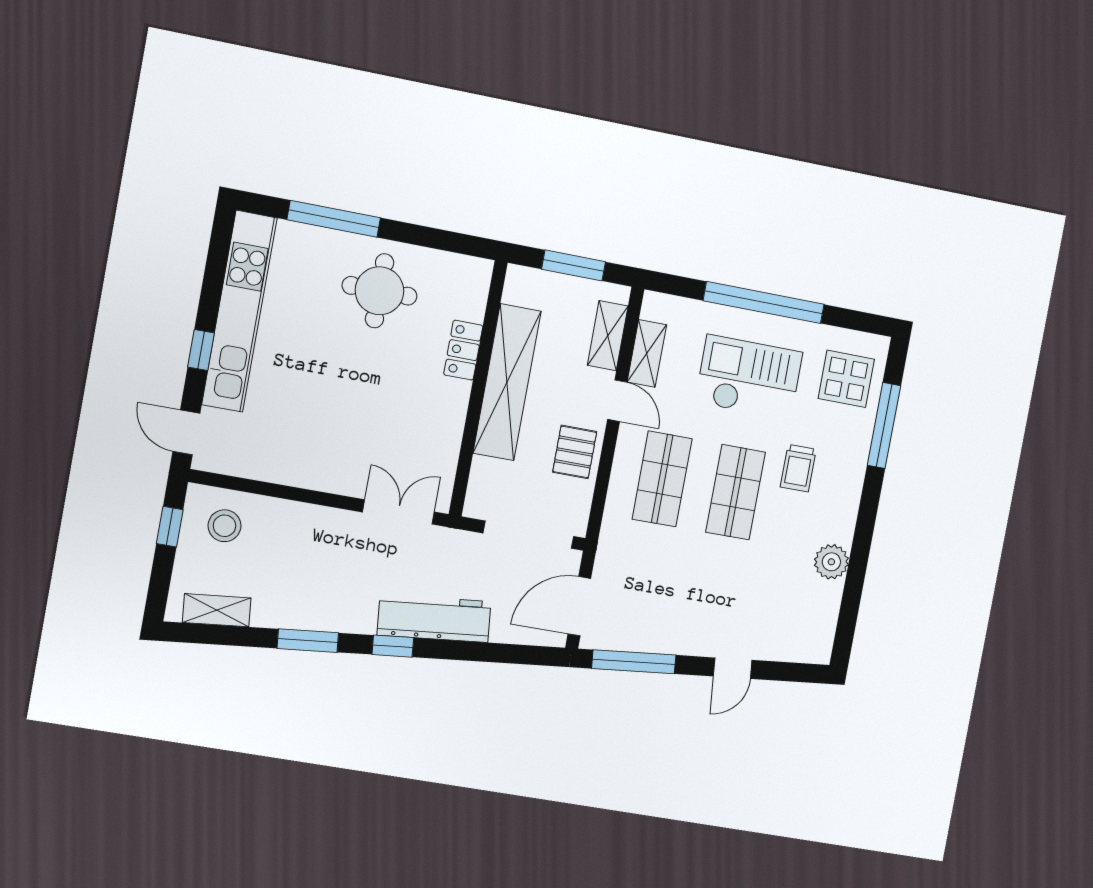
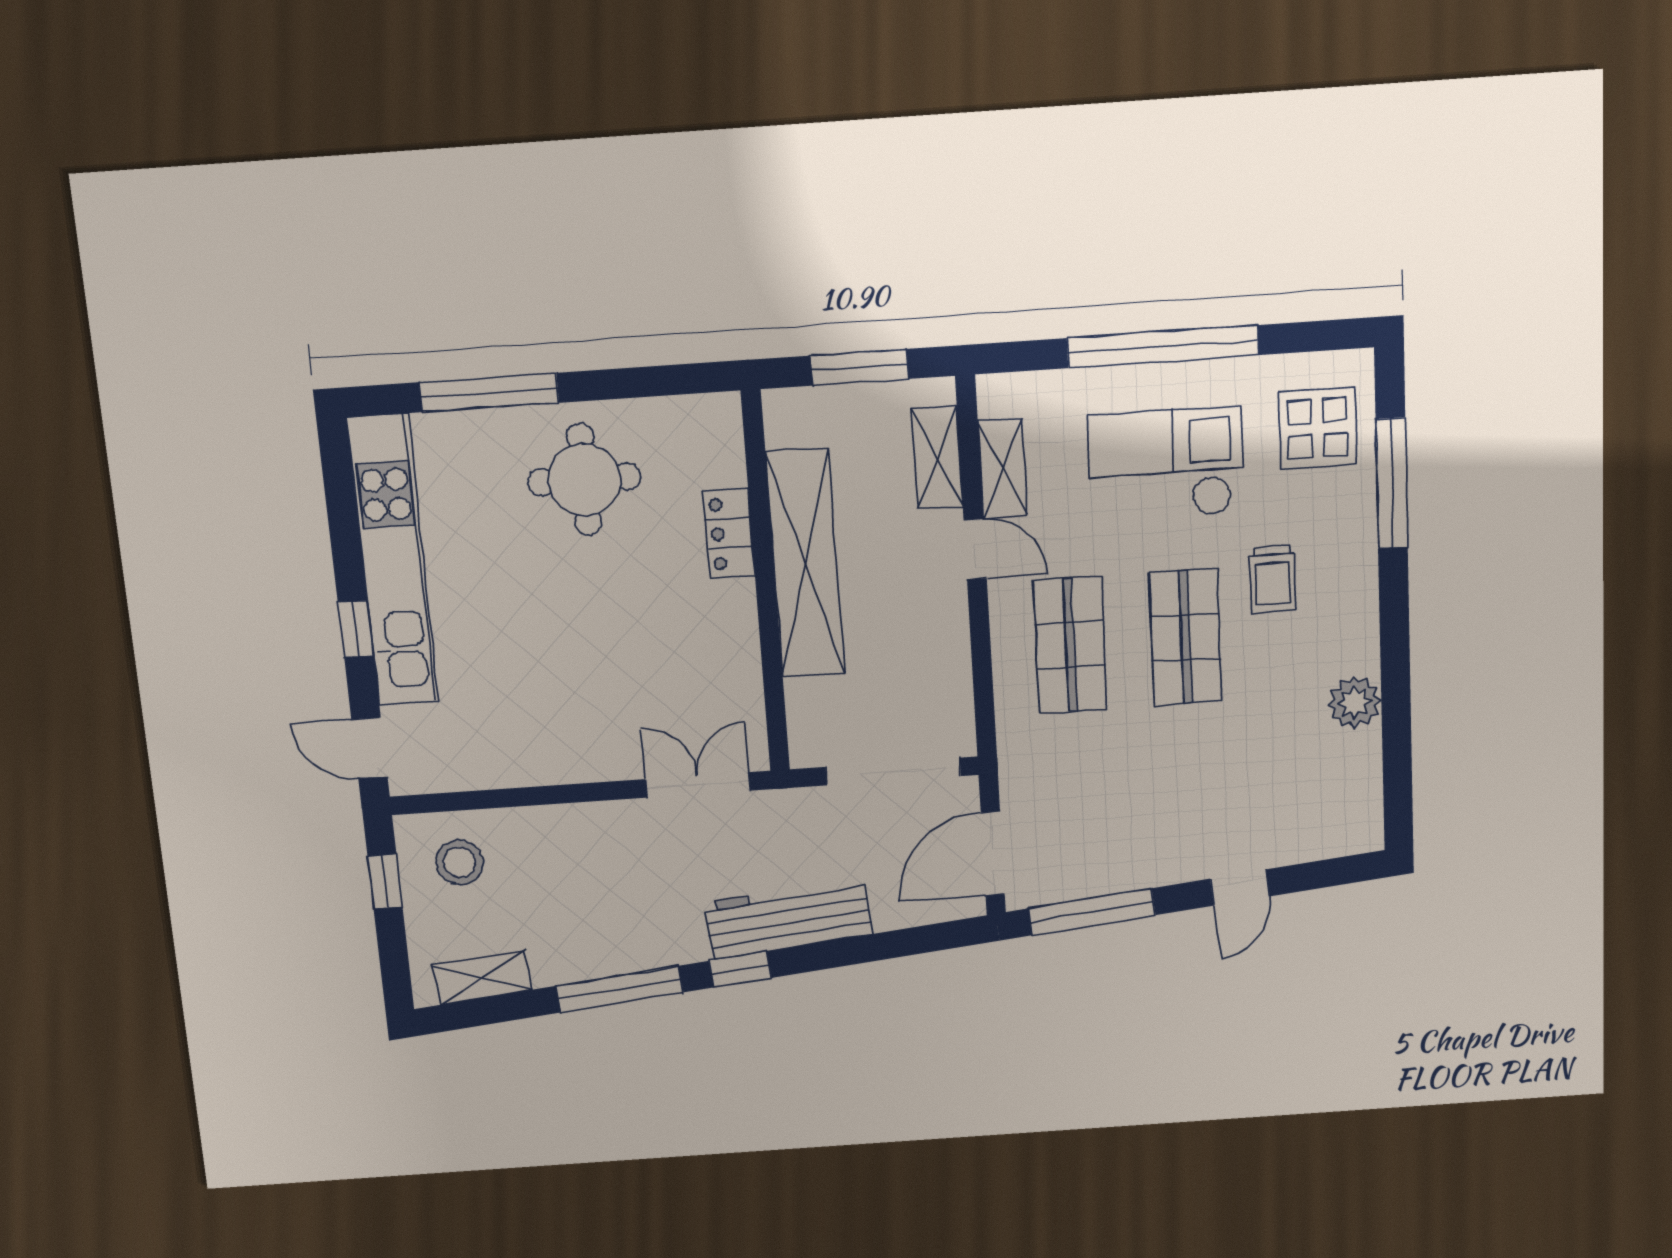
pallet: (575, 452) -> (931, 638), removed
window: (308, 641) -> (620, 989), width x1.44

